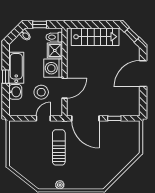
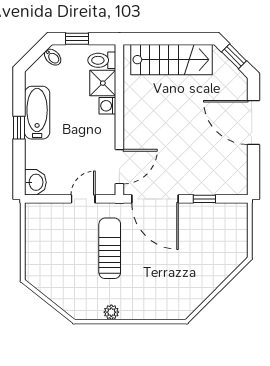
washing machine: (53, 68) -> (107, 106), width x0.53, depth x0.53
door: (143, 74) -> (253, 122), hinge flipped
door: (65, 88) -> (119, 167), moved
washbasin: (15, 92) -> (35, 182), moved
stool: (41, 92) -> (80, 154), removed

